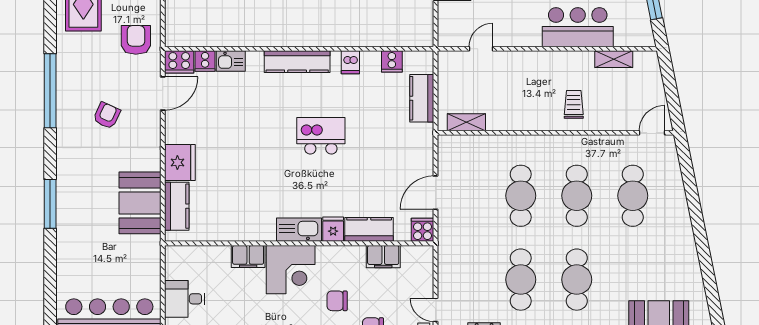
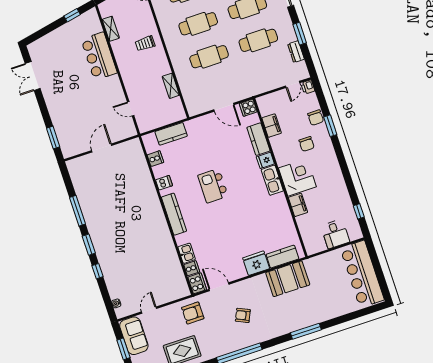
shelving: (466, 122) -> (171, 86), moved

